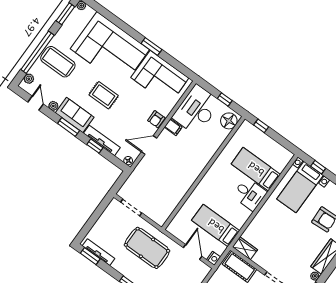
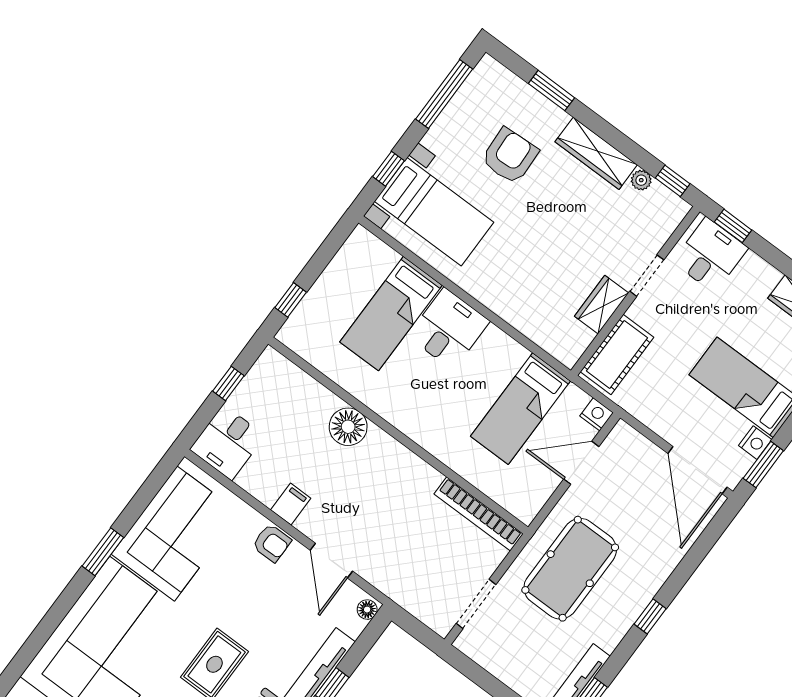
desk: (196, 110) -> (227, 442), width x0.53, depth x0.77
floor lamp: (229, 121) -> (348, 427), moved
bookcase: (170, 208) -> (479, 514), added
wardrobe: (245, 248) -> (602, 305), moved

